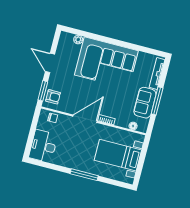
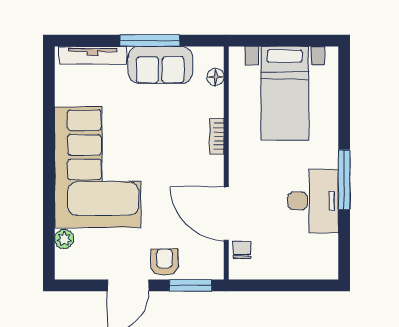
armchair: (53, 97) -> (164, 262), moved
door: (85, 119) -> (226, 214), moved
desk: (43, 146) -> (313, 201), moved, turned -90
window: (84, 175) -> (344, 180), moved

